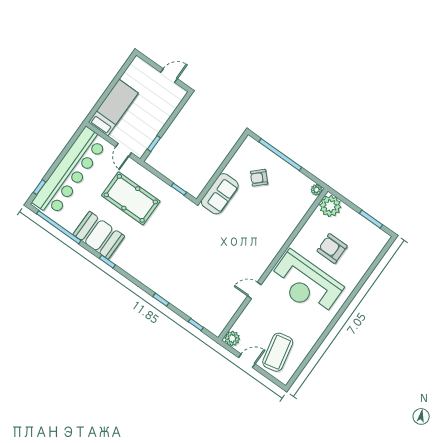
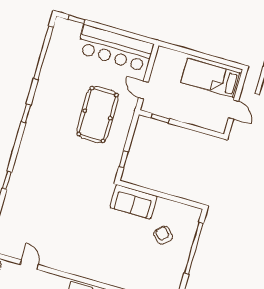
bed: (113, 108) -> (211, 78), moved, turned 180
door: (123, 150) -> (143, 90), hinge flipped
bar counter: (70, 172) -> (115, 48), width x0.73
booth: (99, 235) -> (49, 95), removed
door: (254, 290) -> (29, 265), moved

